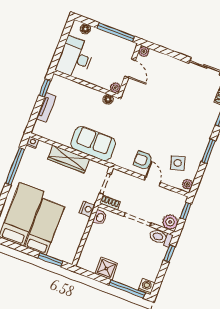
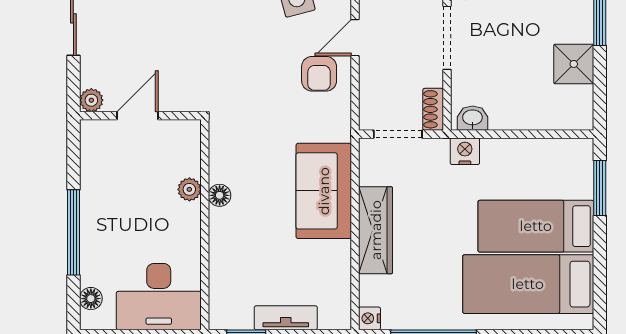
plant: (144, 52) -> (91, 100), moved
door: (130, 68) -> (138, 116), moved
wall: (130, 70) -> (140, 116), moved

